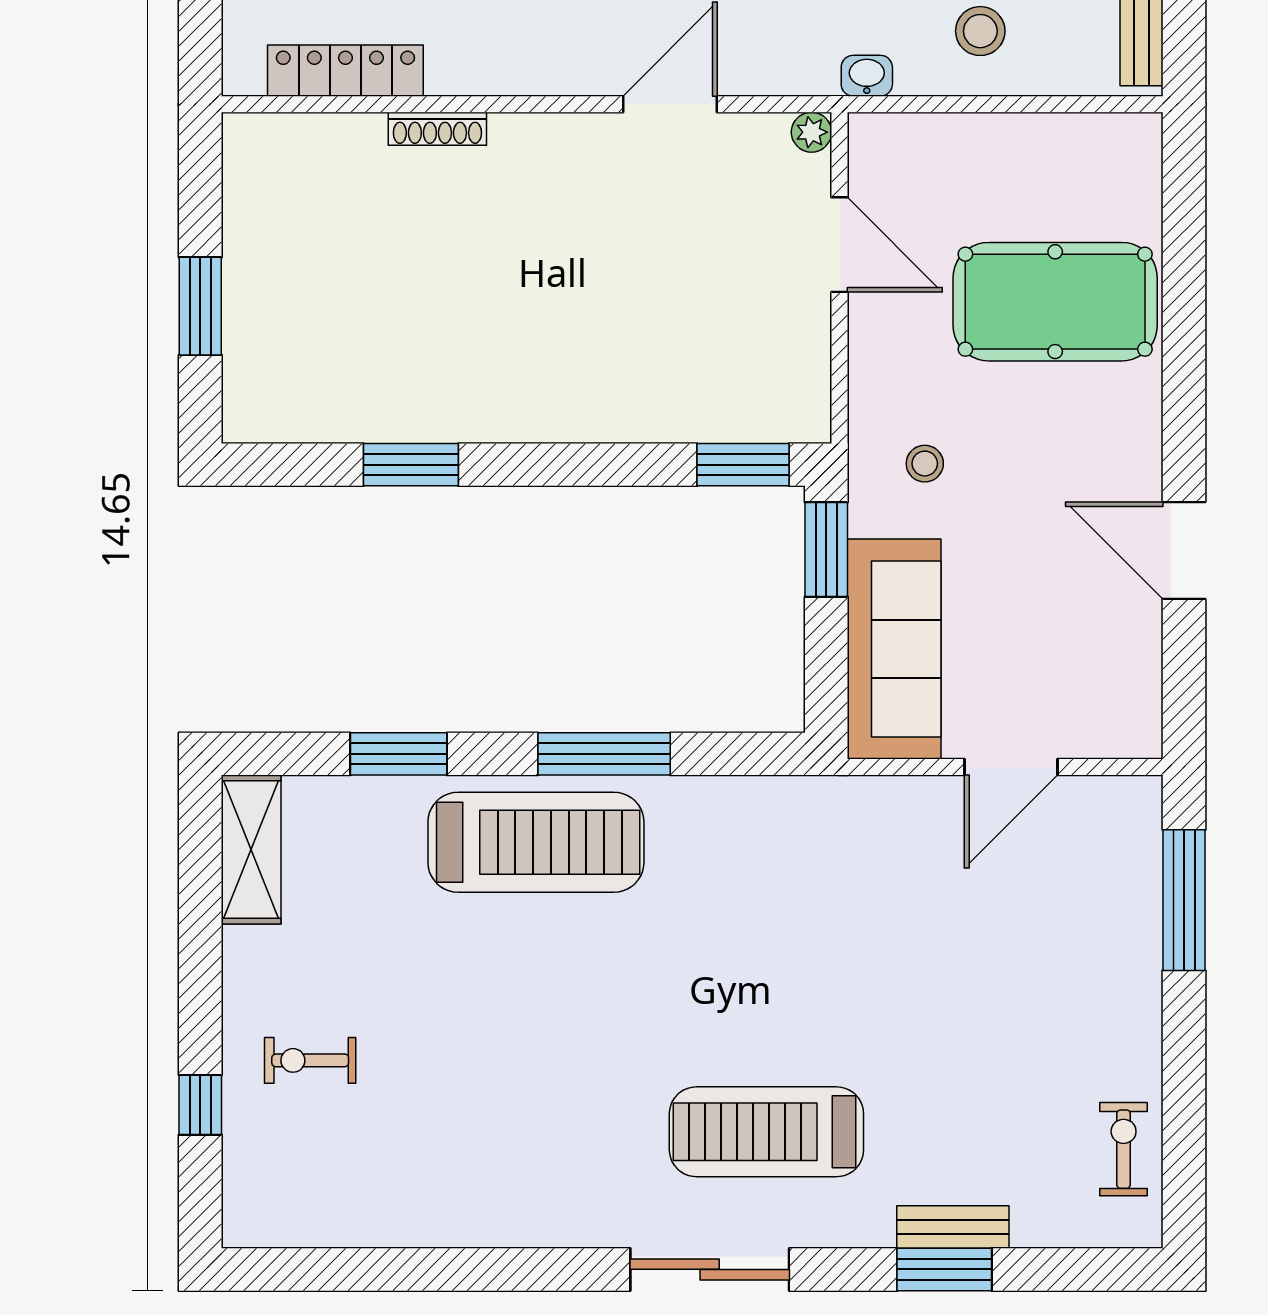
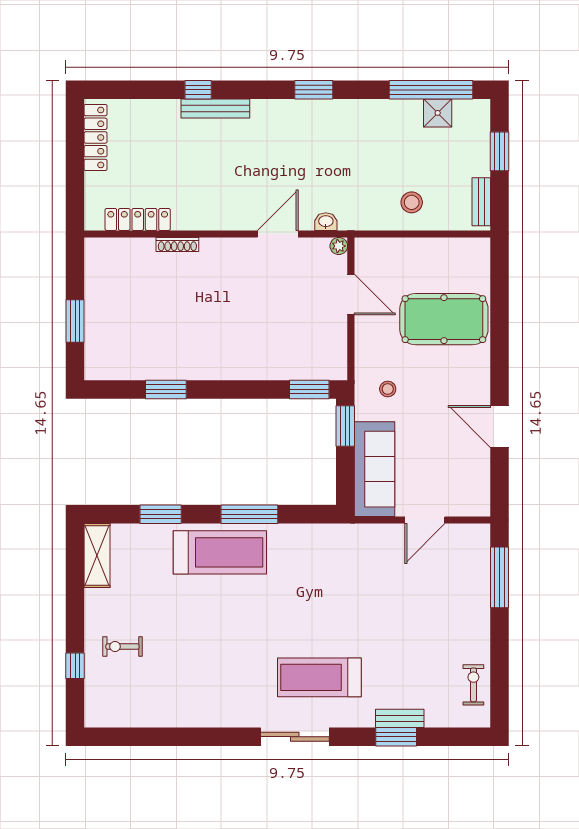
washbasin: (867, 76) -> (326, 222), moved

